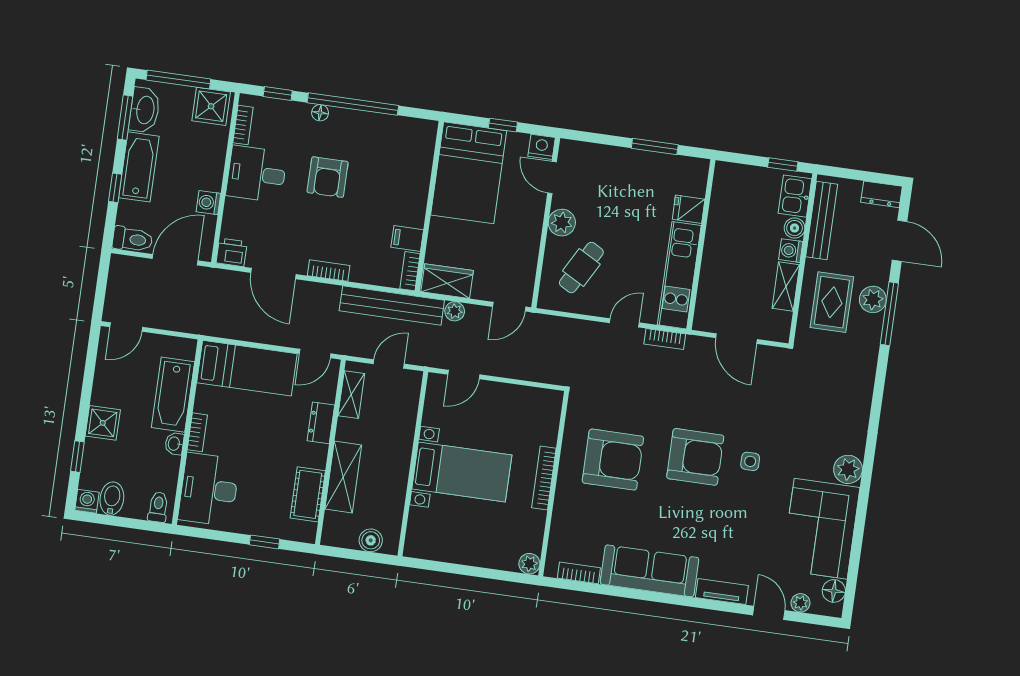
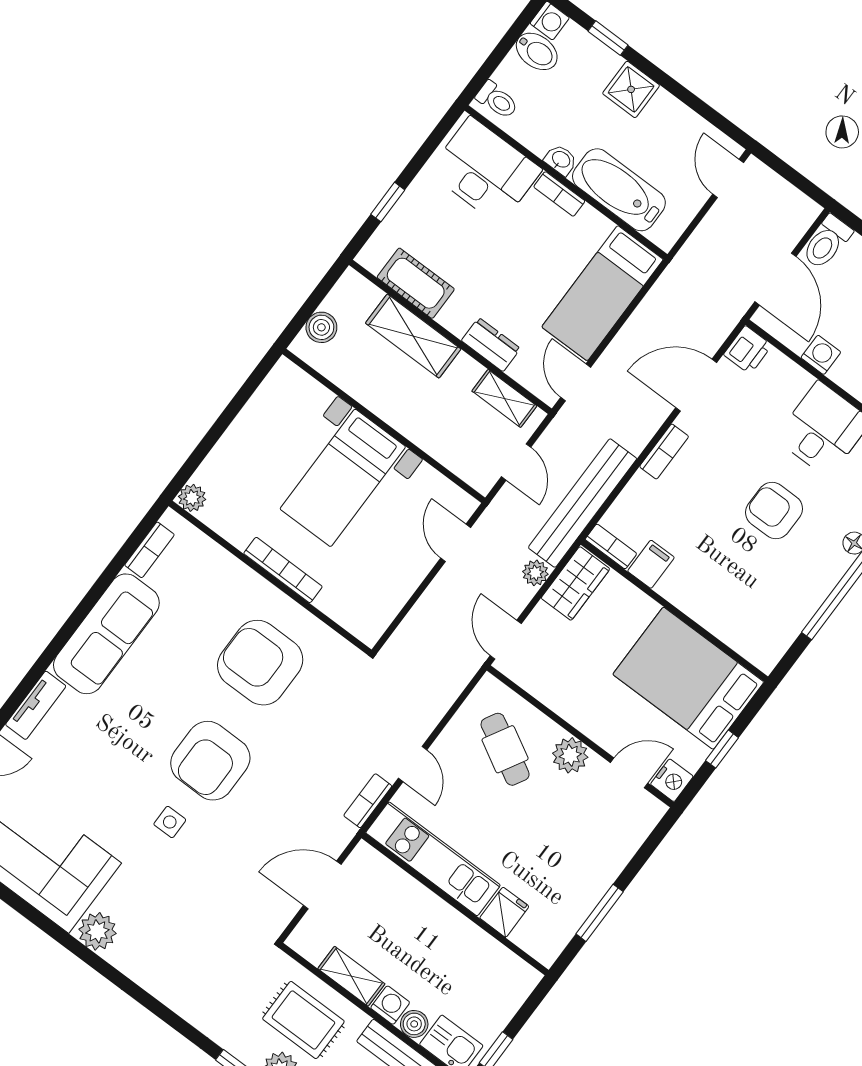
armchair: (613, 460) -> (260, 663), turned 90

